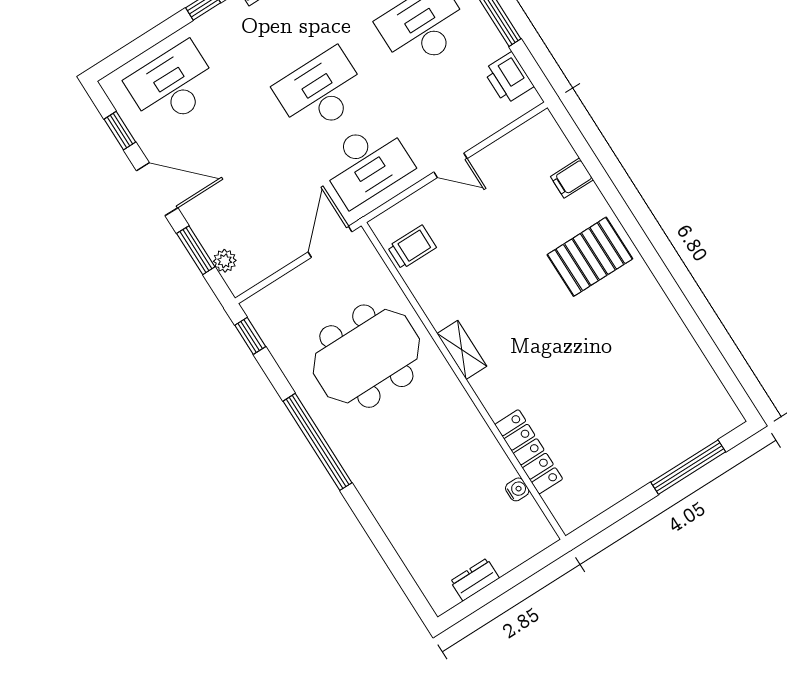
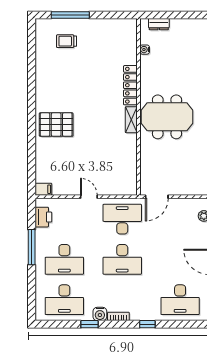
filing cabinet: (572, 178) -> (43, 189), moved
trolley: (412, 247) -> (67, 41), moved
meeting table: (366, 356) -> (167, 117), moved
locker: (529, 452) -> (130, 85), moved
dresser: (475, 580) -> (159, 24), moved

